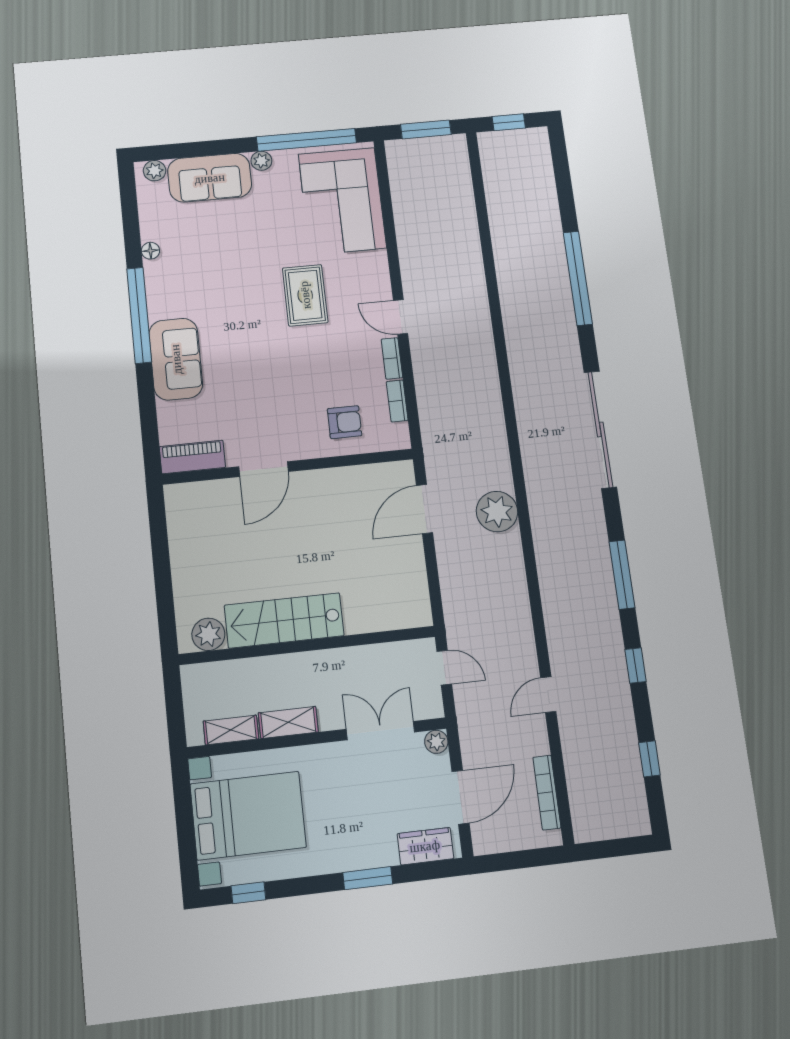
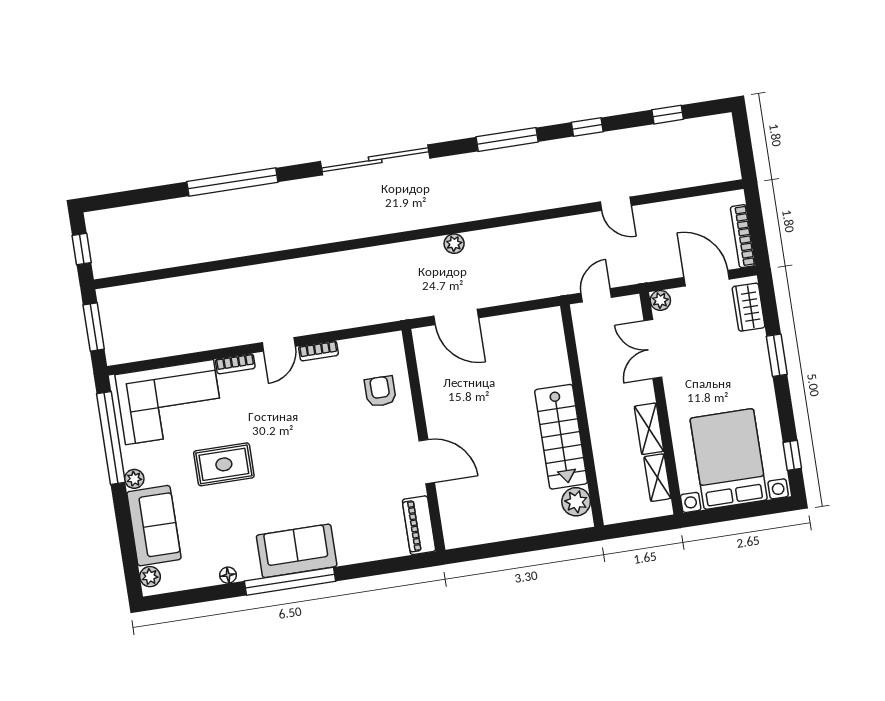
rug: (305, 295) -> (224, 464), moved
sofa: (176, 359) -> (297, 551), moved
bookcase: (397, 401) -> (235, 364), moved
plant: (497, 512) -> (454, 244), width x0.53, depth x0.53
bookcase: (547, 793) -> (743, 236), moved, turned 90

